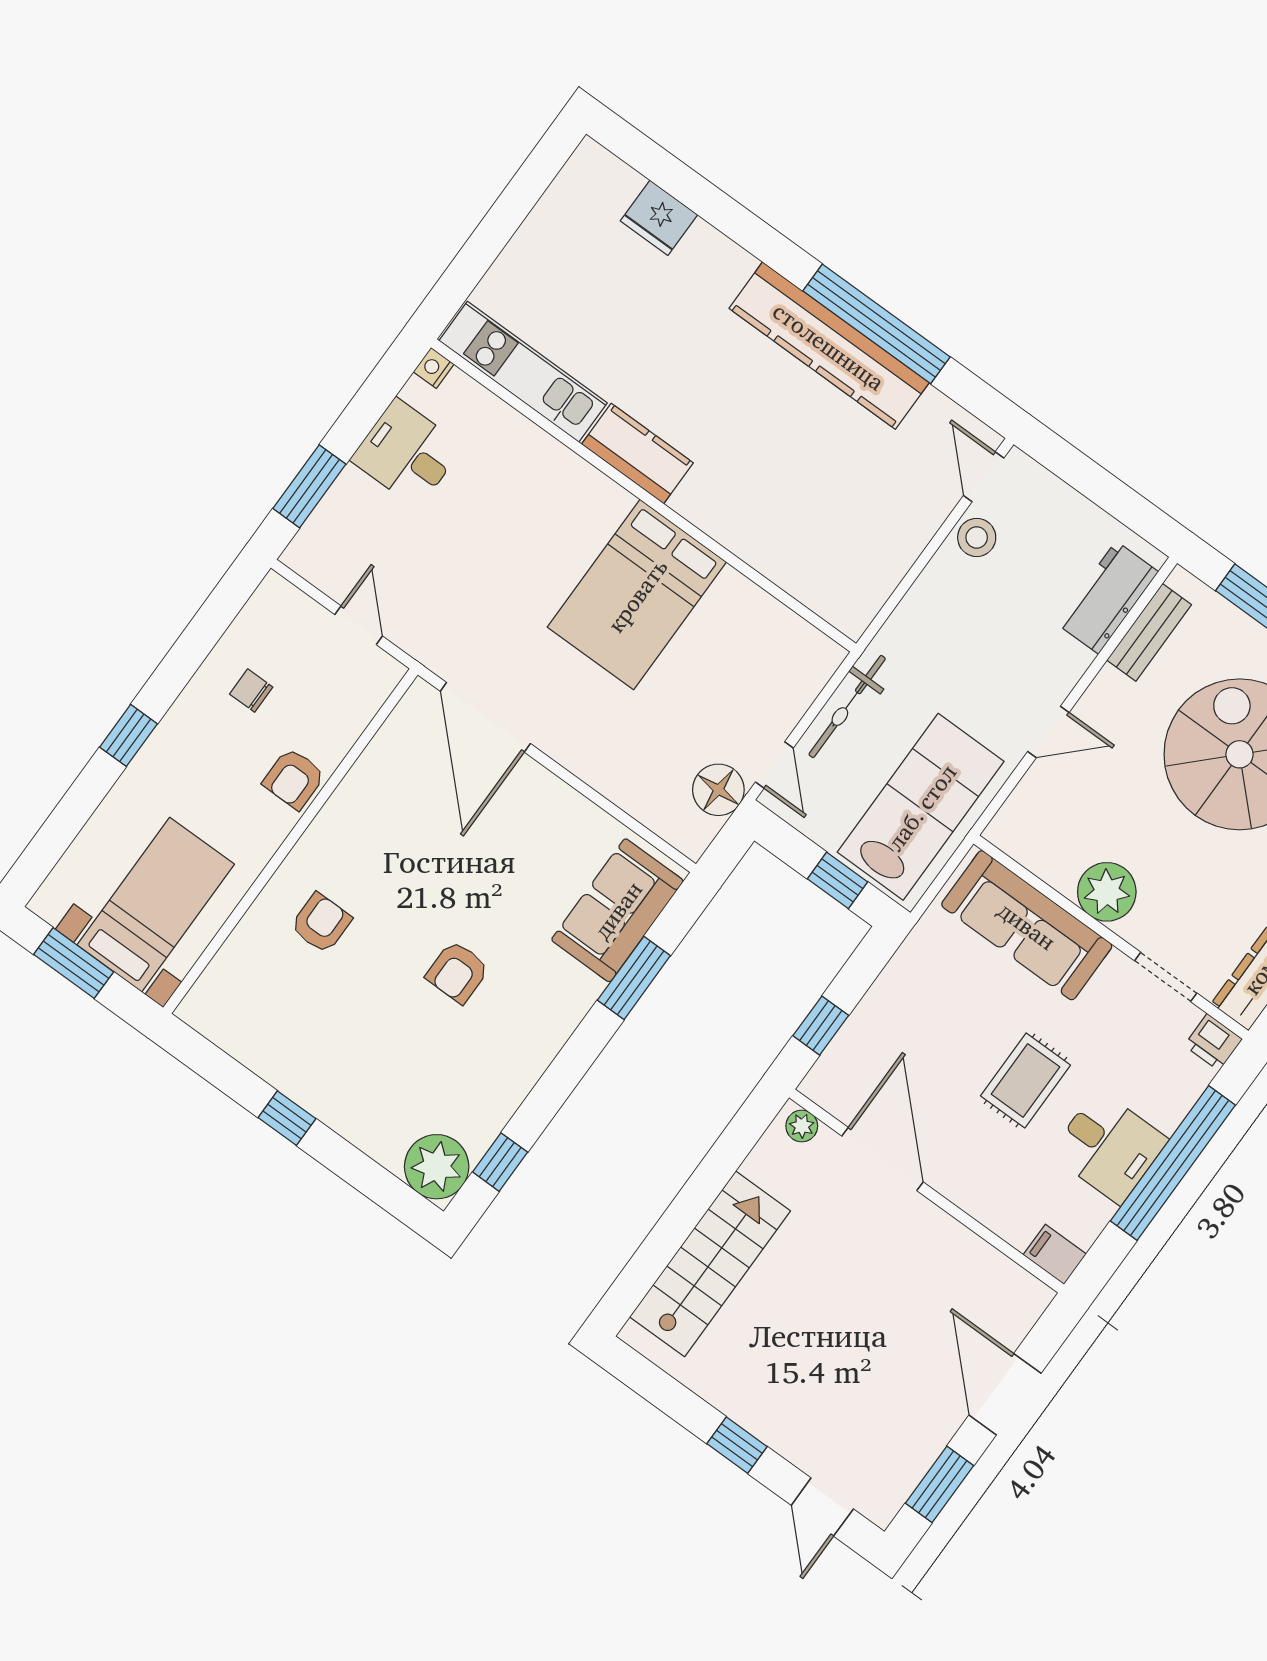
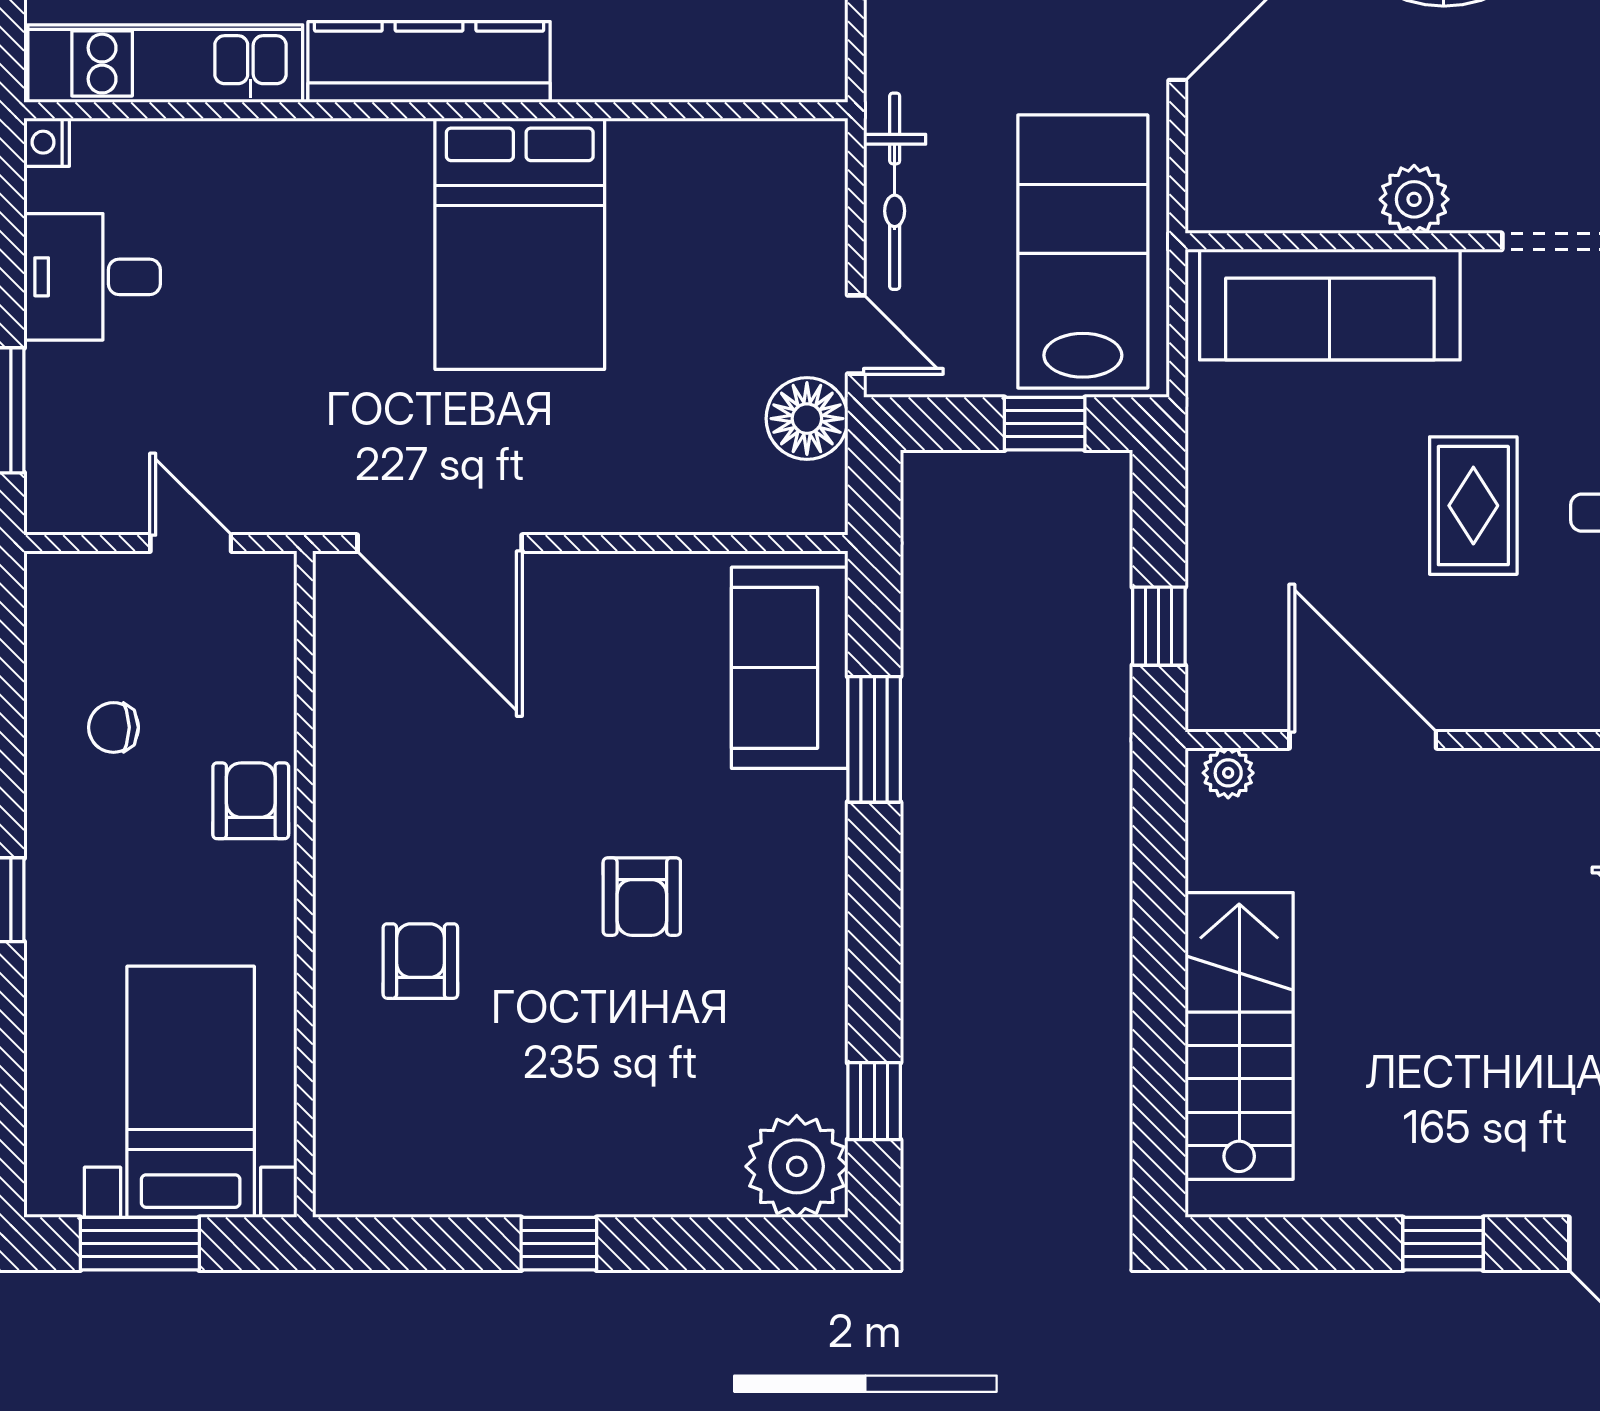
kitchen counter: (637, 454) -> (429, 62), width x1.50
armchair: (294, 779) -> (251, 801), turned 180
plant: (1107, 892) -> (1414, 199), width x0.73, depth x0.73

